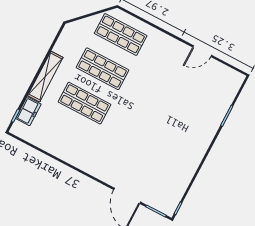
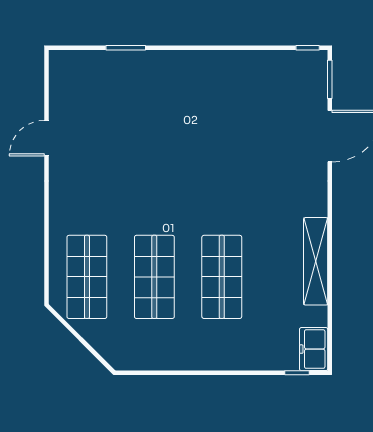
door: (202, 51) -> (46, 138), swing flipped
shelving: (45, 77) -> (316, 261), moved, turned 90
freezer: (28, 111) -> (314, 349), moved, turned -90

